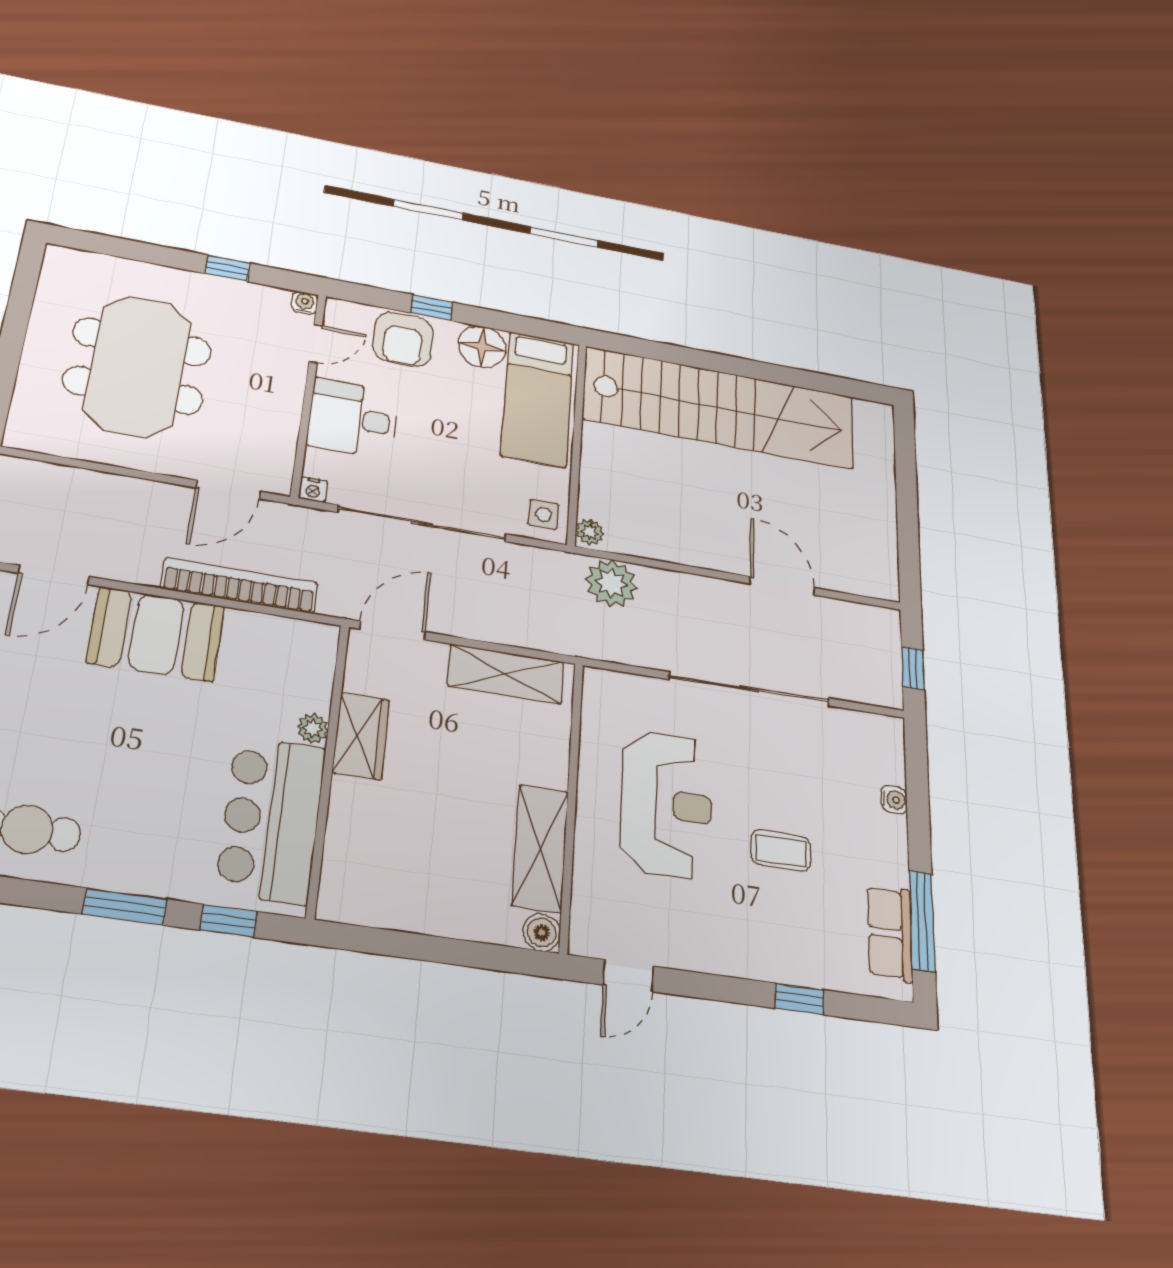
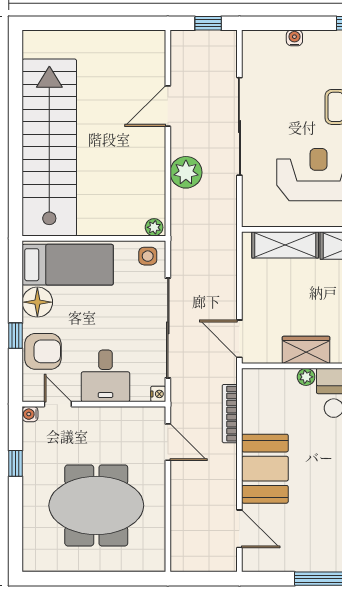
plant: (611, 583) -> (186, 172), moved
bookcase: (239, 586) -> (230, 414), width x0.68, depth x0.76
shelving: (506, 674) -> (285, 245), moved, turned 90

